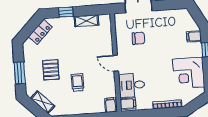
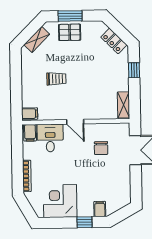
shelving: (87, 21) -> (124, 105), moved
door: (116, 63) -> (75, 122), swing flipped
pallet: (51, 70) -> (70, 32), moved

